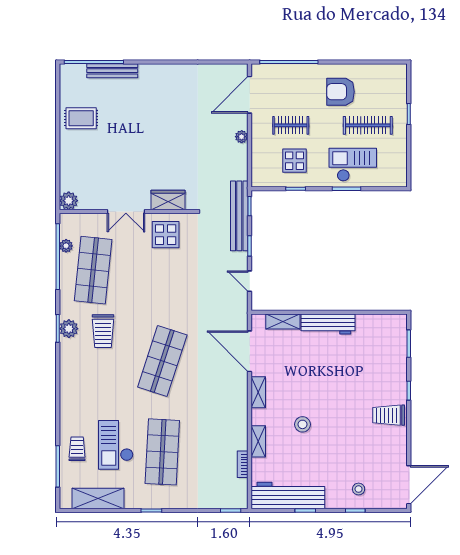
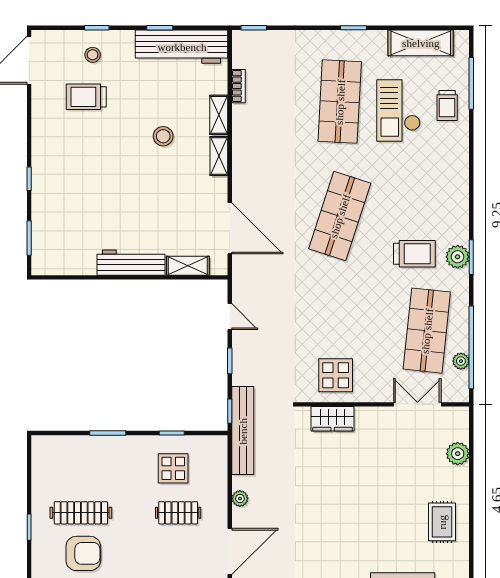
armchair: (340, 92) -> (83, 553), moved
rug: (81, 118) -> (442, 522), turned 90
checkout: (353, 165) -> (100, 463), removed
plant: (69, 201) -> (458, 454), moved
double door: (126, 211) -> (417, 404), moved
bench: (239, 216) -> (243, 431), moved
trolley: (103, 331) -> (414, 254), turned 90
shelving: (258, 392) -> (219, 156), moved
trolley: (389, 415) -> (86, 97), moved, turned 180
checkout: (116, 445) -> (398, 110), turned 180

